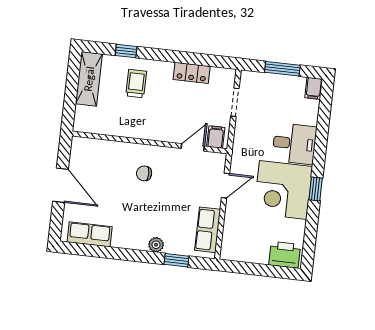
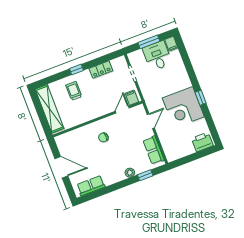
window: (126, 51) -> (76, 70), moved
shelving: (89, 79) -> (50, 109), width x1.47
desk: (294, 144) -> (157, 56), moved, turned -90

